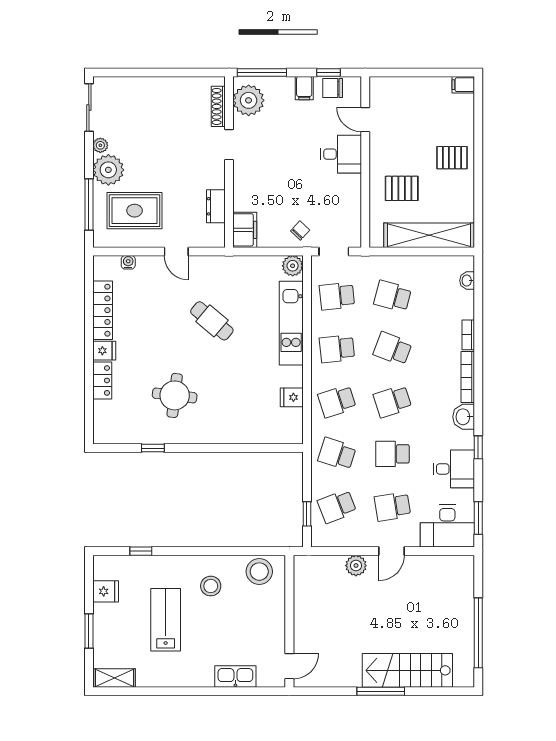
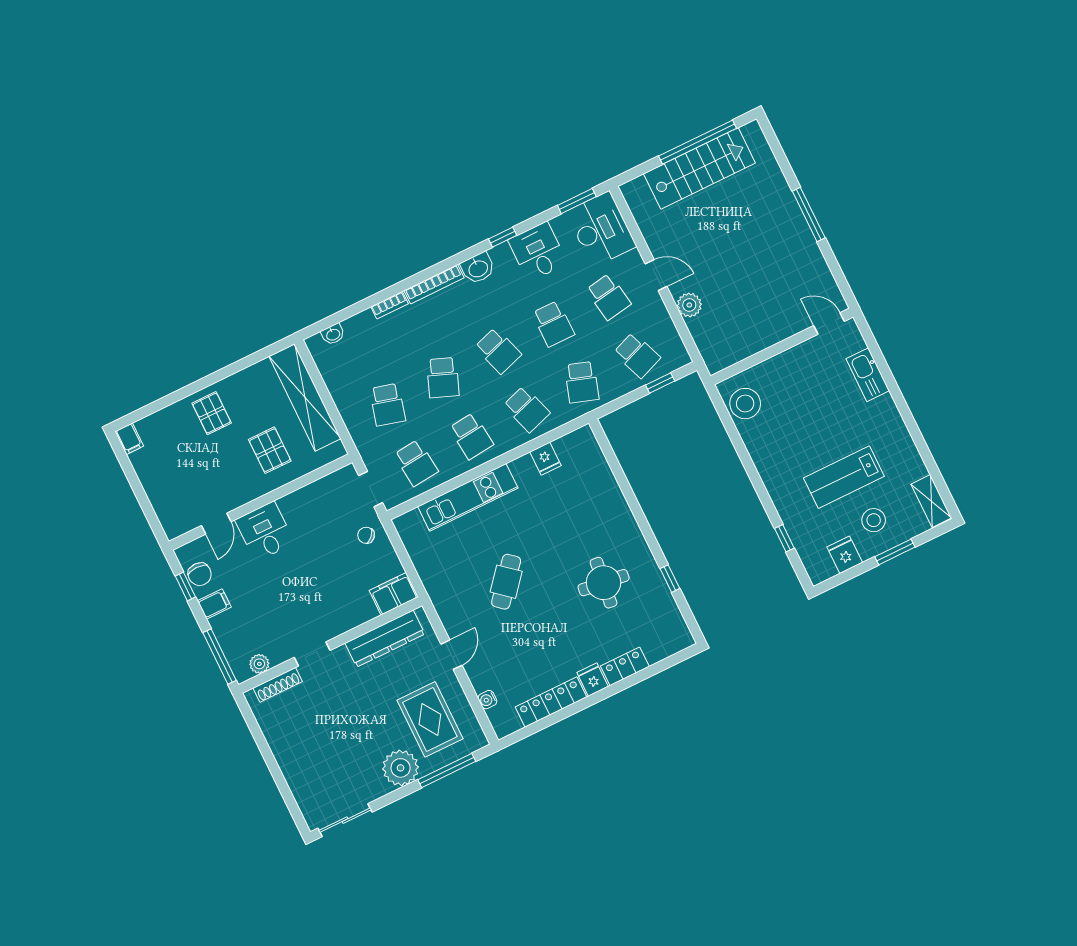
plant: (249, 100) -> (259, 664), width x0.53, depth x0.53
plant: (100, 145) -> (379, 789), removed
dresser: (216, 206) -> (385, 639), width x1.96, depth x1.24
plant: (293, 266) -> (407, 525), removed
stool: (211, 586) -> (874, 520), moved
stairs: (407, 670) -> (699, 168), moved, turned -90

